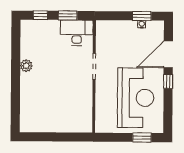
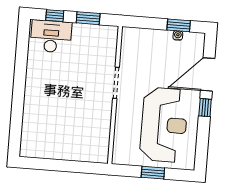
desk: (77, 33) -> (51, 36), moved
plant: (26, 66) -> (33, 76), removed
window: (142, 138) -> (153, 173), moved

